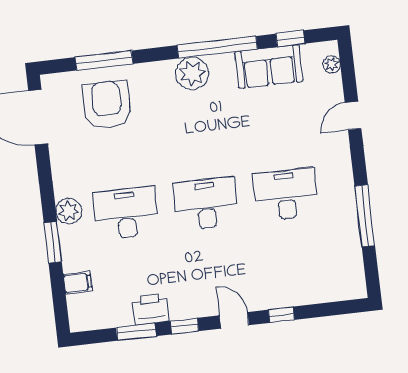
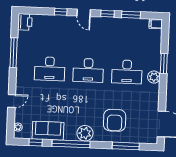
armchair: (107, 105) -> (115, 120), moved
filing cabinet: (78, 283) -> (156, 24), moved
printer: (151, 309) -> (25, 22), moved, turned -90

